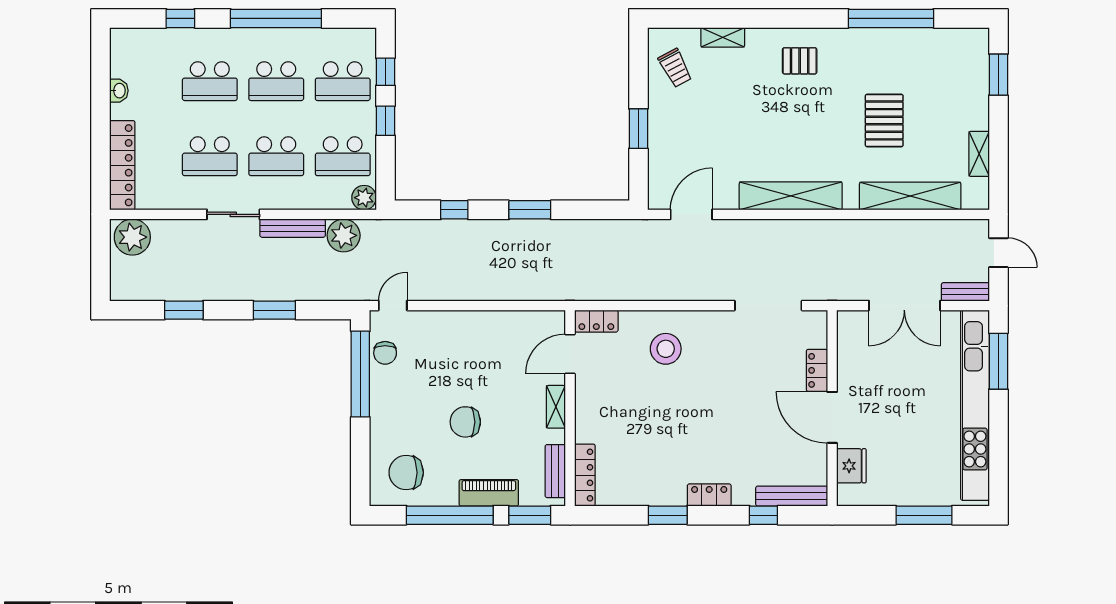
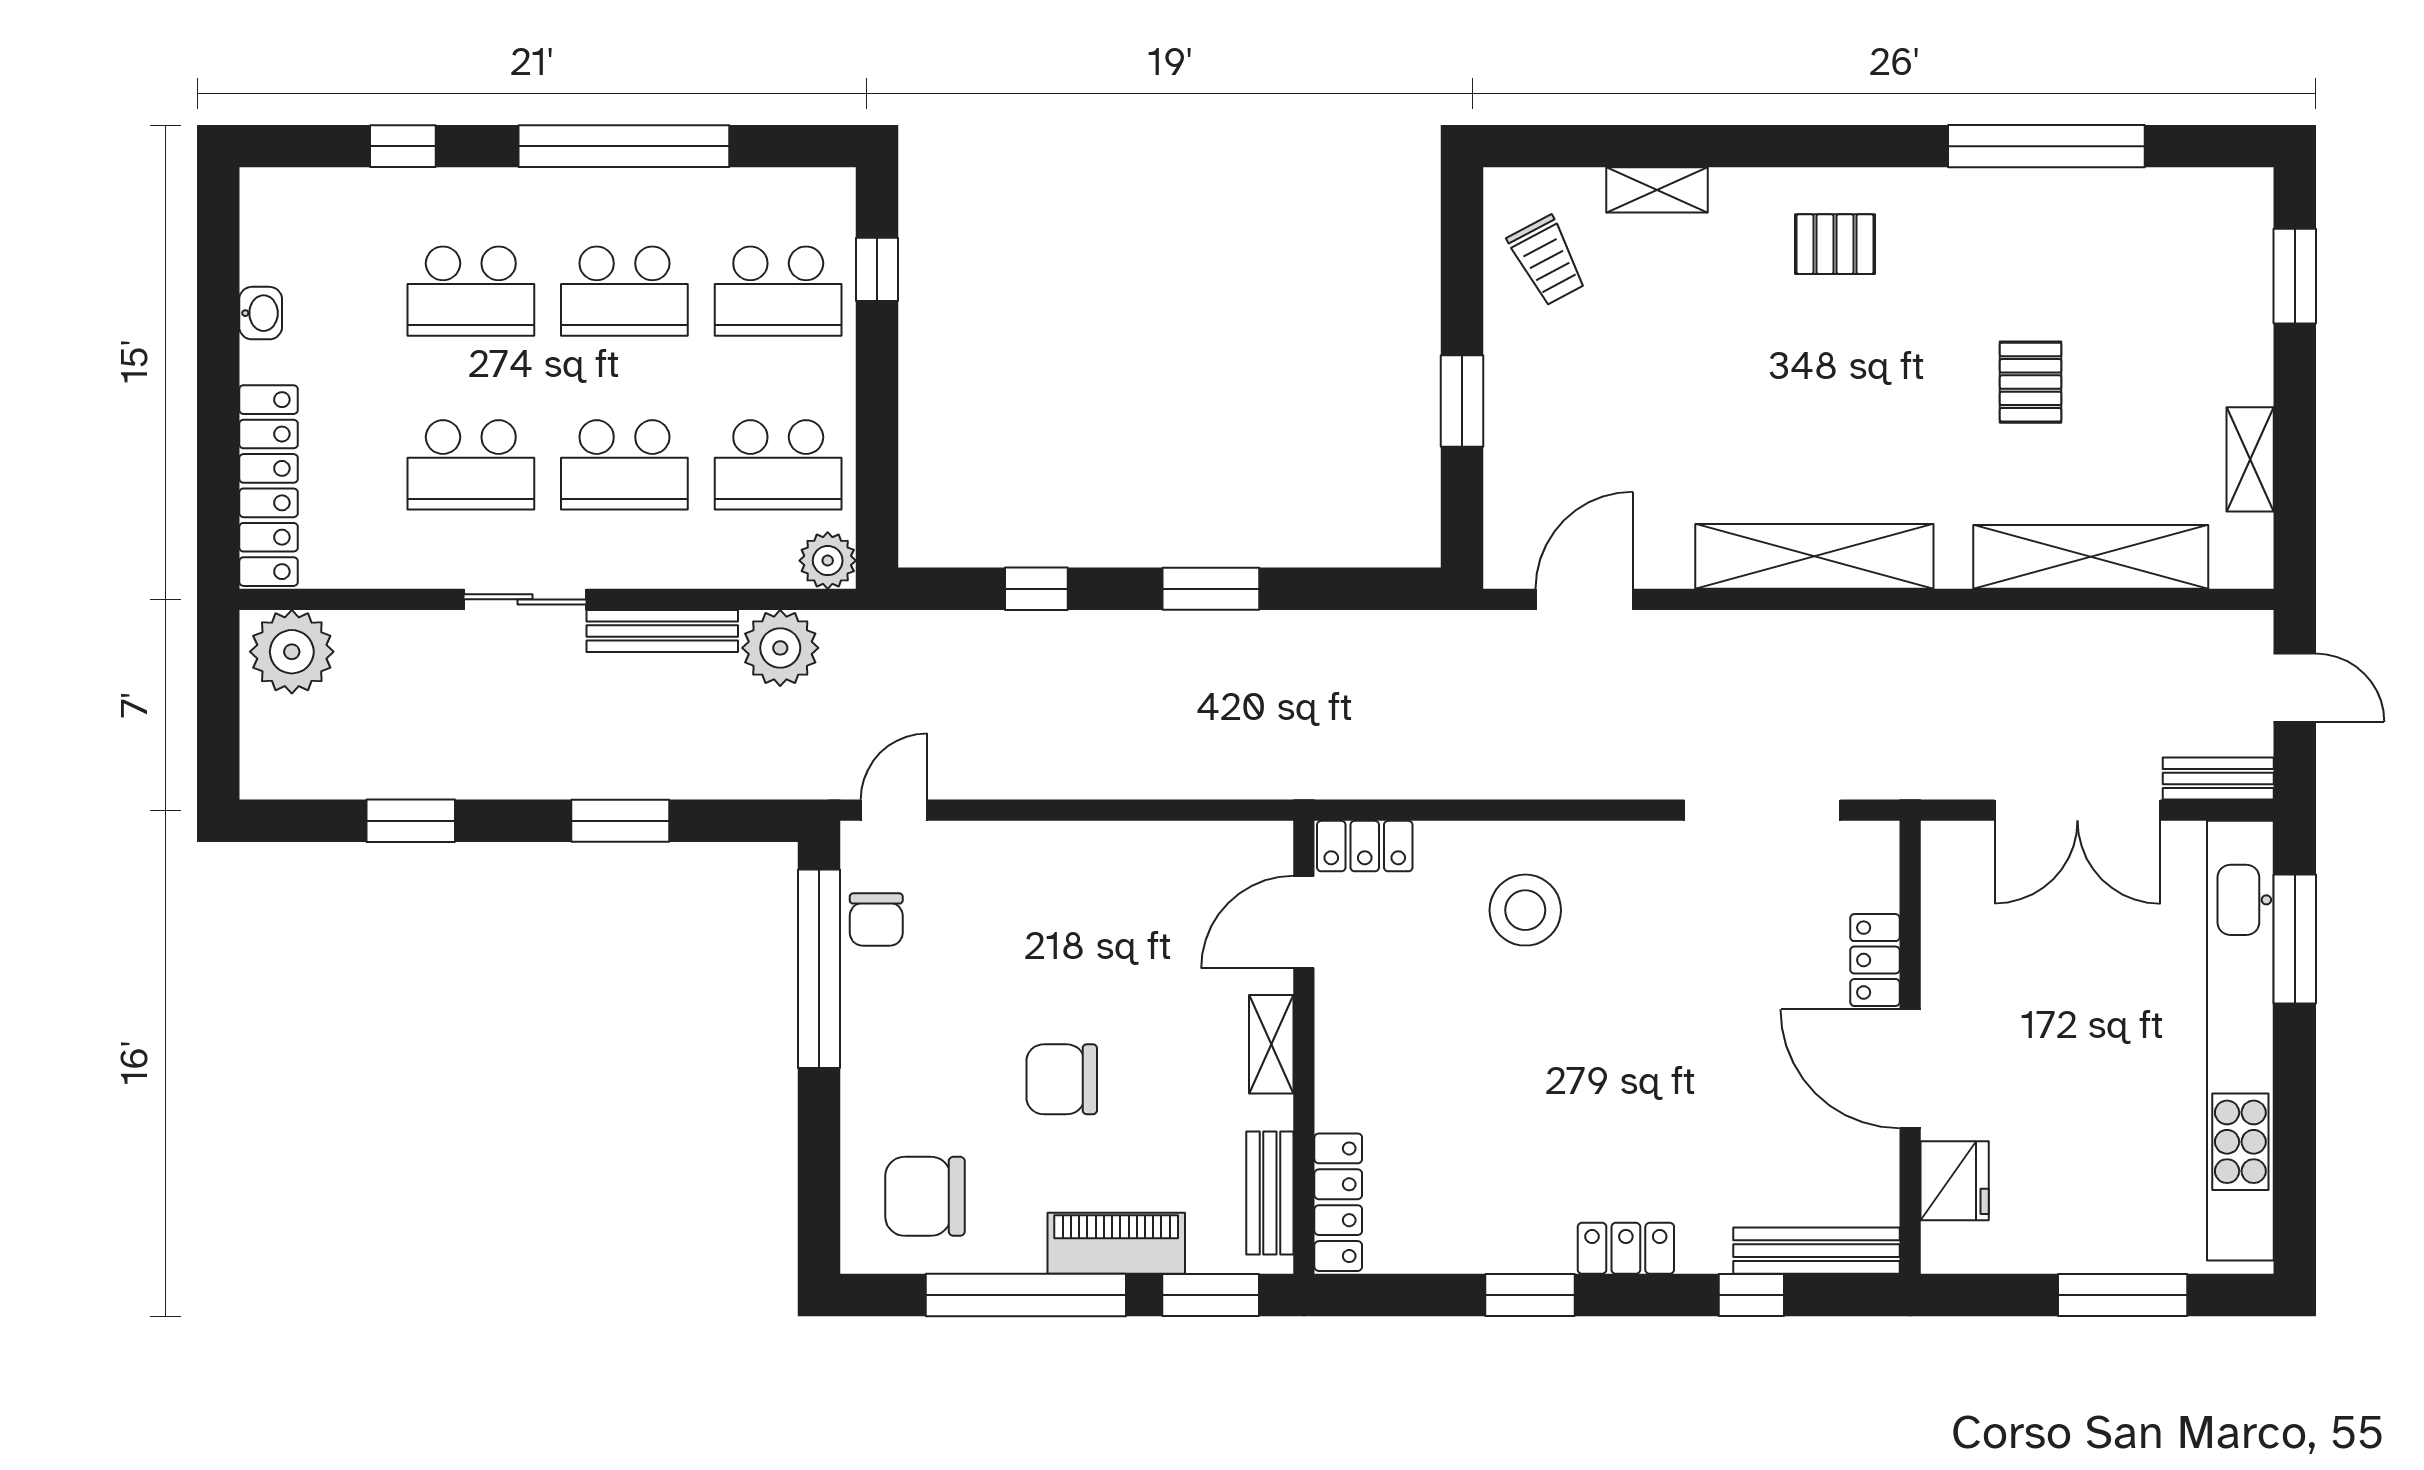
pallet: (884, 120) -> (2031, 382), width x0.67, depth x0.71
window: (385, 121) -> (877, 383), removed

